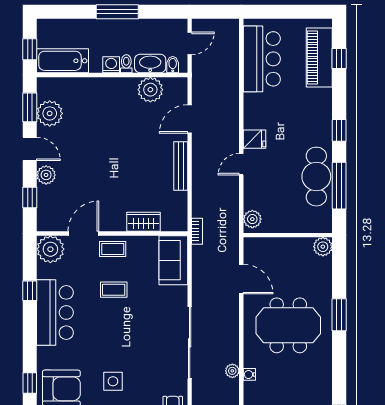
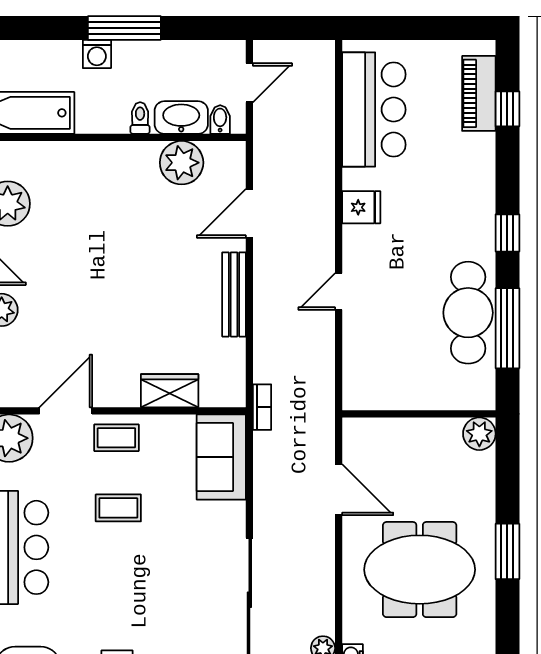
piano: (319, 58) -> (479, 93), width x0.73, depth x0.75
washing machine: (111, 65) -> (97, 54), moved, turned 180
fridge: (254, 139) -> (361, 207), moved
plant: (252, 219) -> (358, 386), removed

